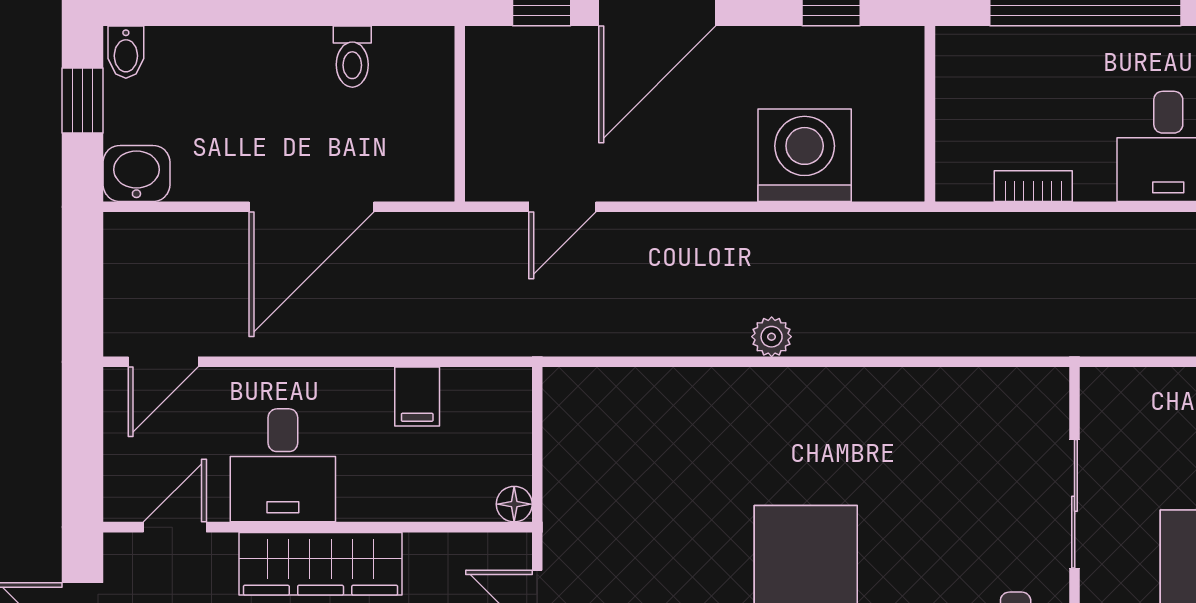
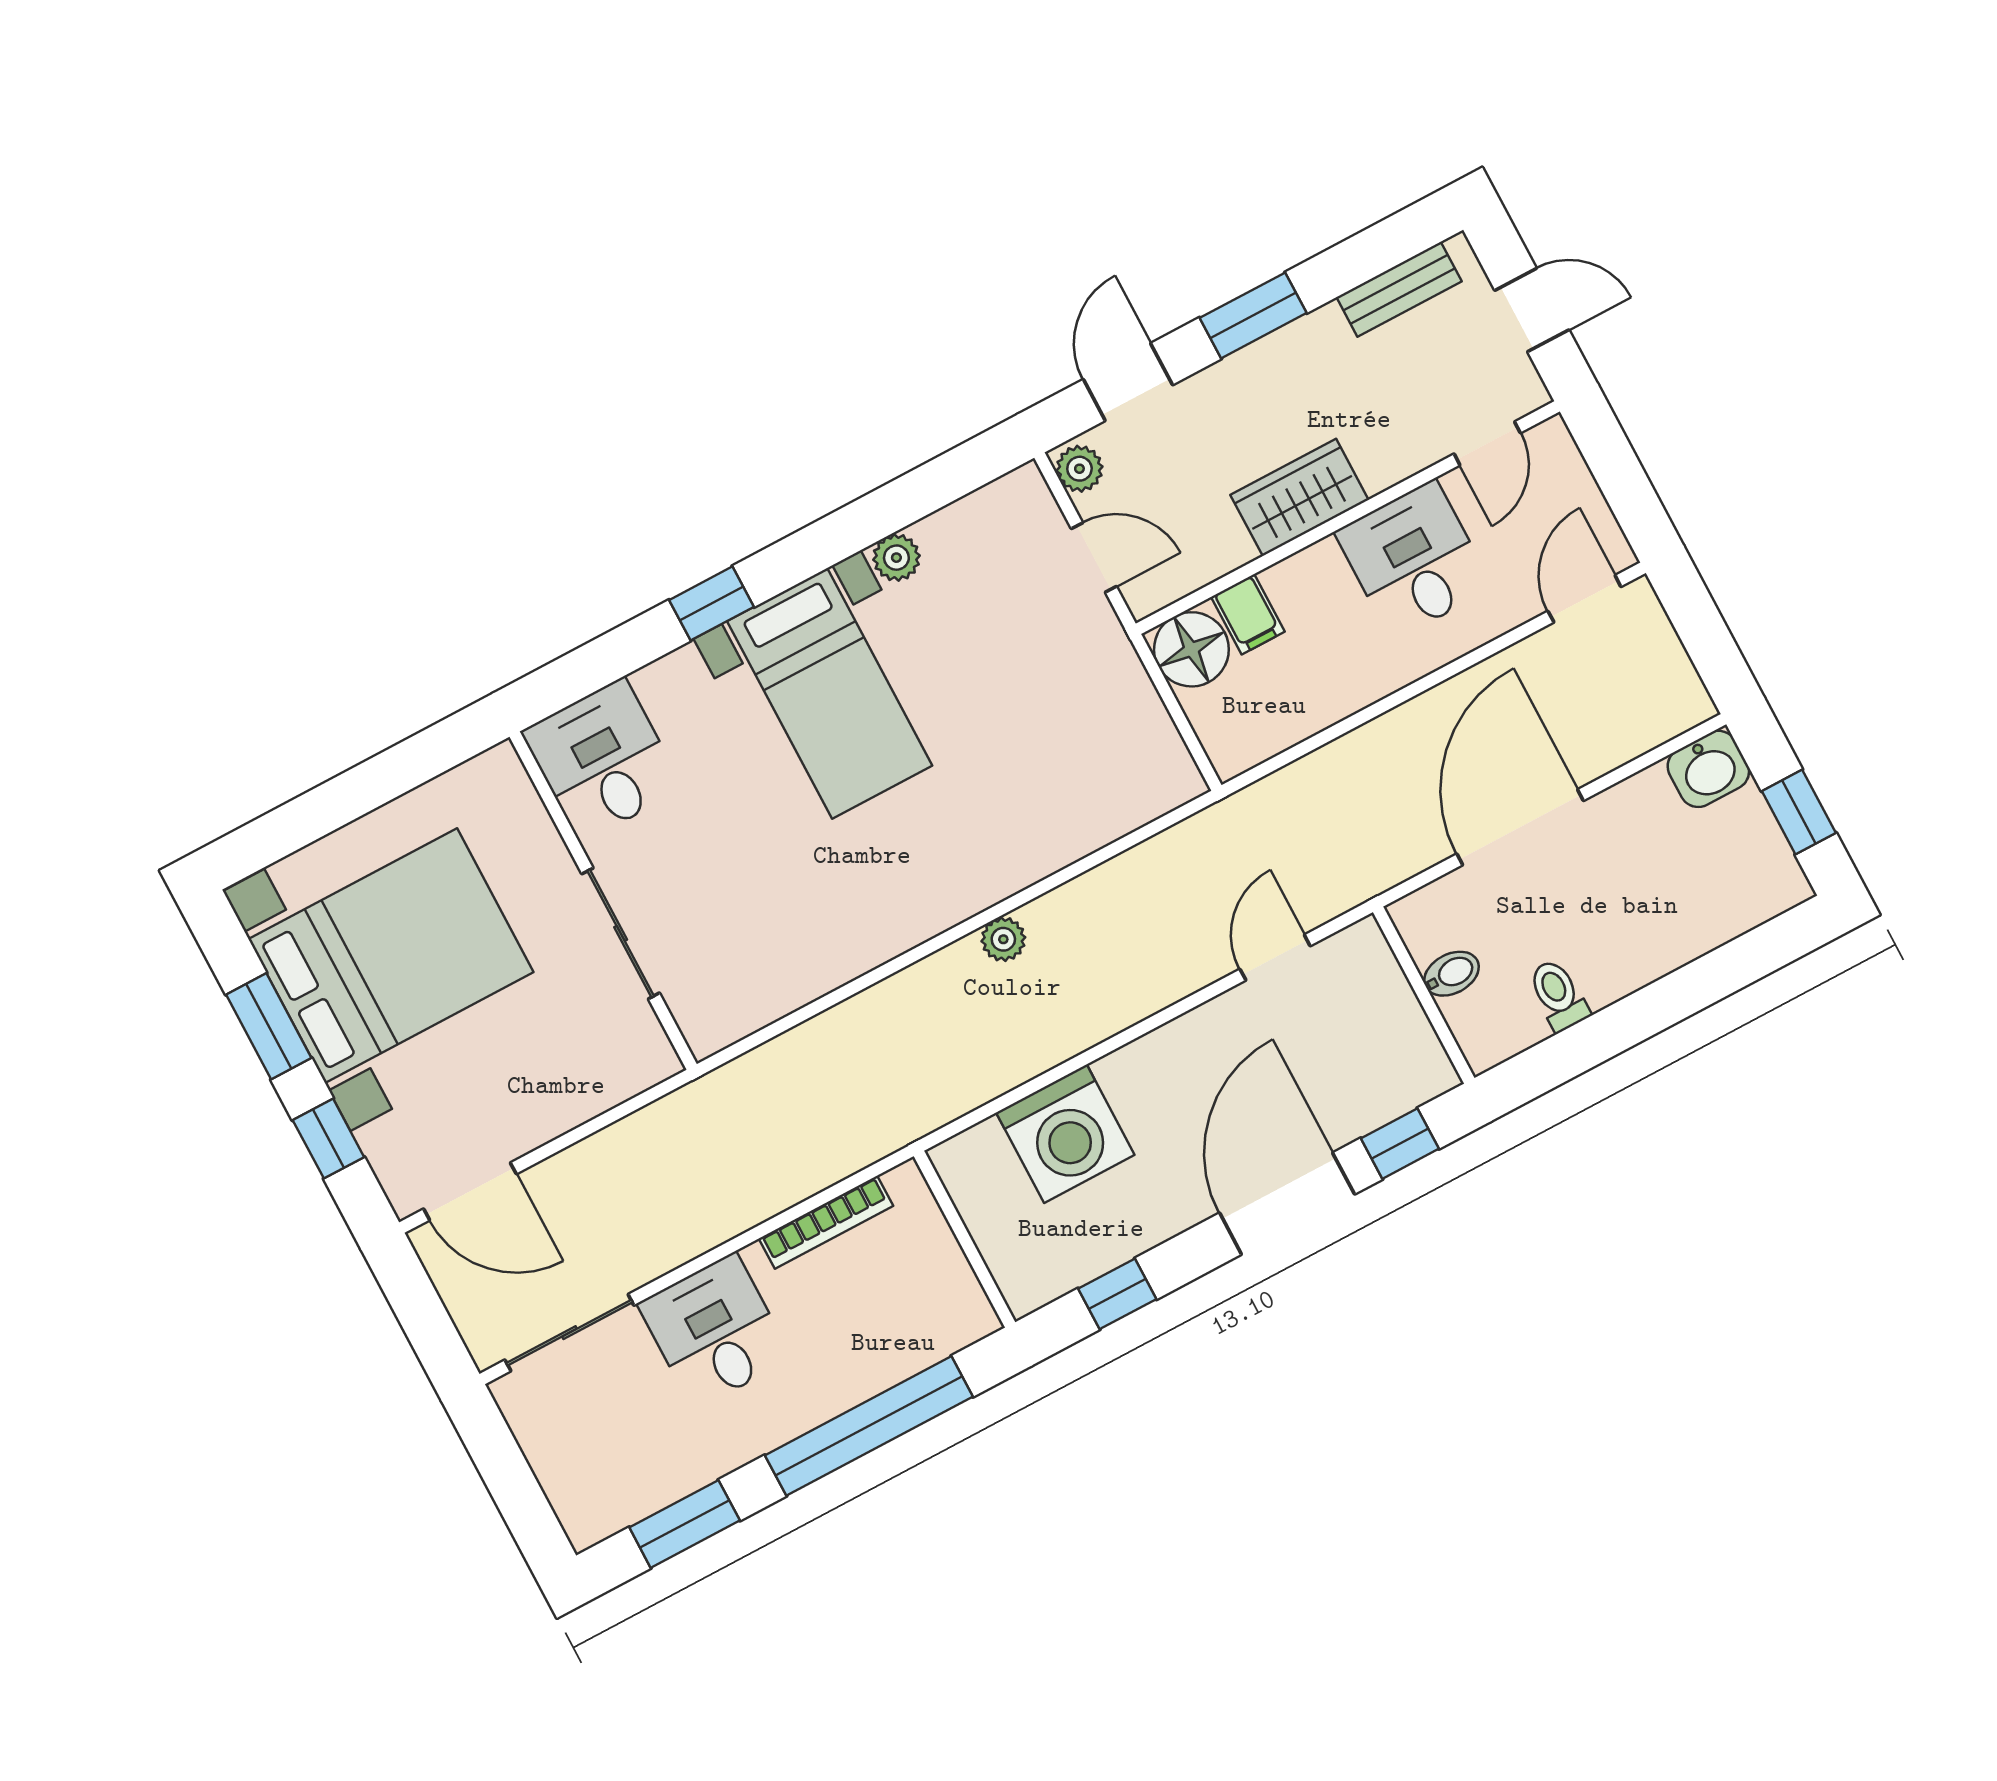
bidet: (126, 52) -> (1452, 974), moved, turned 90
bookcase: (1033, 186) -> (826, 1222), width x1.56
filing cabinet: (417, 397) -> (1248, 614), moved, turned 180
floor lamp: (514, 504) -> (1191, 649), width x1.89, depth x1.89
wardrobe: (321, 564) -> (1299, 497), width x0.67

